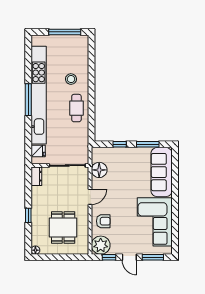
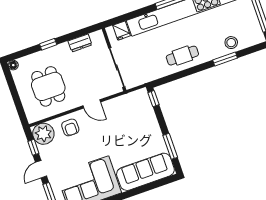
window: (92, 74) -> (225, 59), added
stool: (71, 79) -> (231, 43), moved
window: (120, 144) -> (153, 99), moved
floor lamp: (99, 170) -> (124, 104), removed
dresser: (36, 176) -> (80, 43), moved
dining table: (63, 228) -> (48, 86), turned 90

